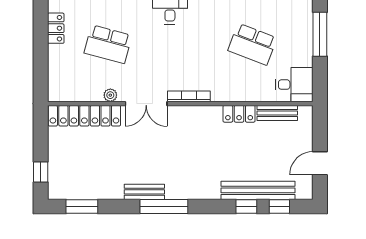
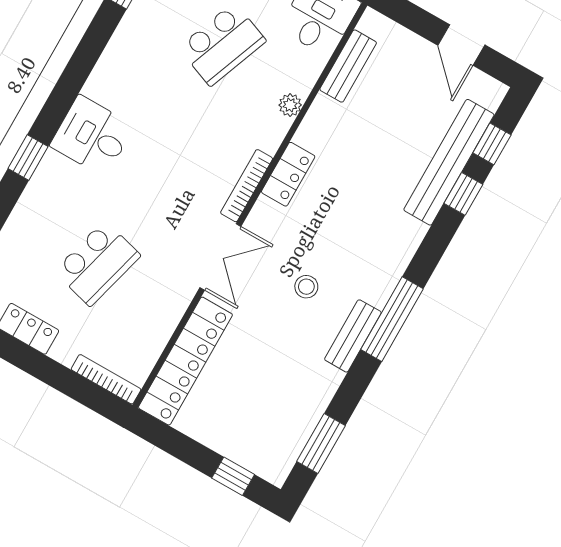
bookcase: (53, 81) -> (106, 379), added
plant: (110, 95) -> (290, 105), moved
locker: (239, 114) -> (288, 174), moved
stool: (156, 155) -> (306, 287), added

